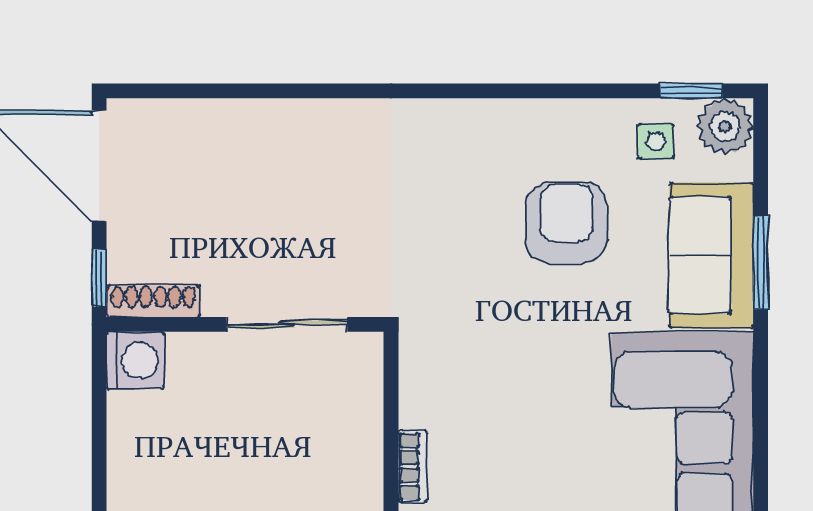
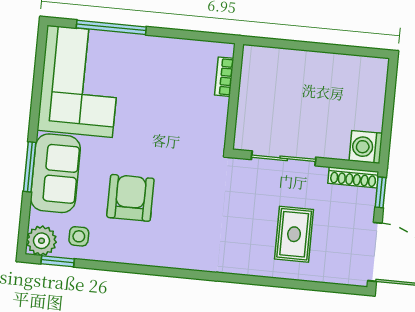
rug: (254, 184) -> (294, 234), added
armchair: (566, 223) -> (130, 198), turned 180

